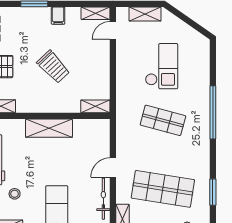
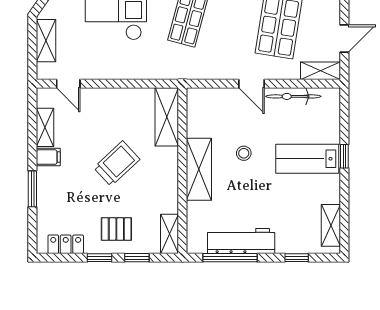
shelving: (96, 13) -> (45, 127), moved
shelving: (95, 106) -> (167, 117), width x1.50, depth x1.33
stool: (15, 194) -> (244, 153), moved

